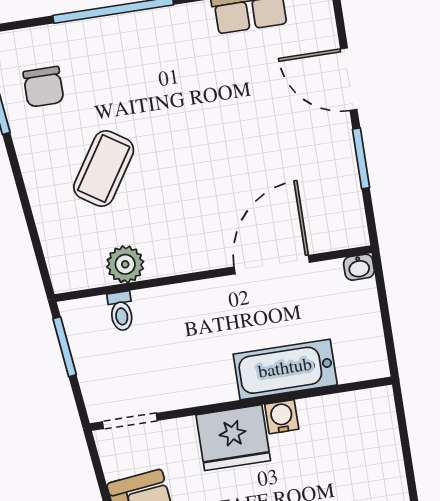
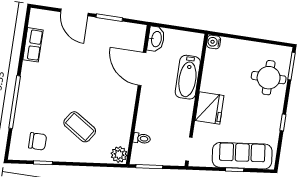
door: (349, 79) -> (74, 12), hinge flipped
plant: (125, 264) -> (119, 154), moved
washbasin: (359, 267) -> (156, 39), width x1.91, depth x1.45
water cooler: (282, 417) -> (214, 42), moved

